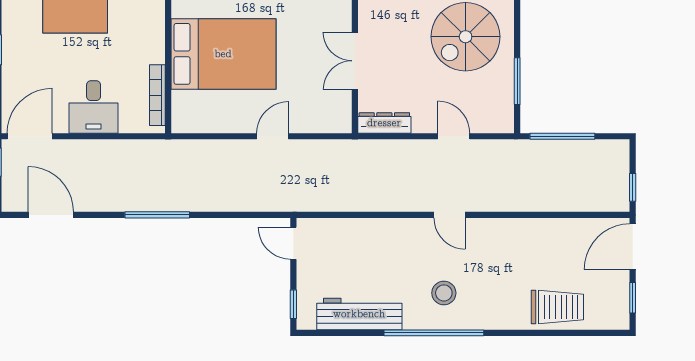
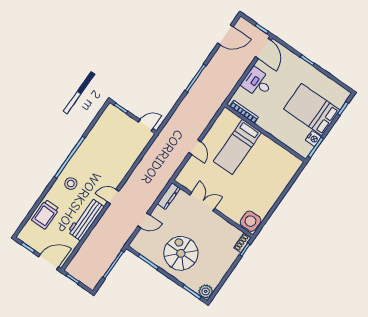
bed: (223, 54) -> (237, 147), width x0.67
door: (633, 247) -> (49, 262), hinge flipped
stool: (444, 293) -> (71, 184), moved
workbench: (359, 314) -> (86, 219), moved, turned 180

